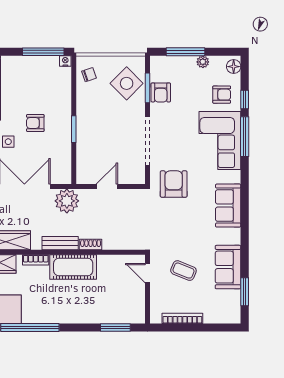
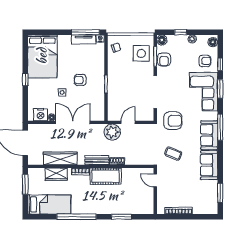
window: (186, 52) -> (181, 32), width x0.46
tv unit: (40, 63) -> (84, 39), added
floor lamp: (157, 63) -> (162, 40), added
side table: (127, 83) -> (141, 53), turned 45
window: (245, 137) -> (220, 89), width x0.69
armchair: (174, 184) -> (173, 121), turned 90
window: (245, 194) -> (220, 127), added
plant: (67, 201) -> (112, 132), moved
sofa: (228, 267) -> (209, 165), moved
coffee table: (183, 271) -> (173, 154), moved
window: (115, 328) -> (121, 217), moved

